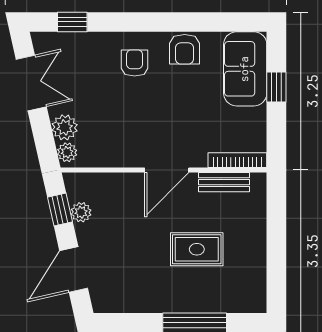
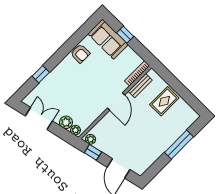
window: (72, 22) -> (41, 74), moved
armchair: (135, 63) -> (68, 76), removed
plant: (81, 212) -> (91, 139), moved
rug: (197, 249) -> (164, 101), moved

